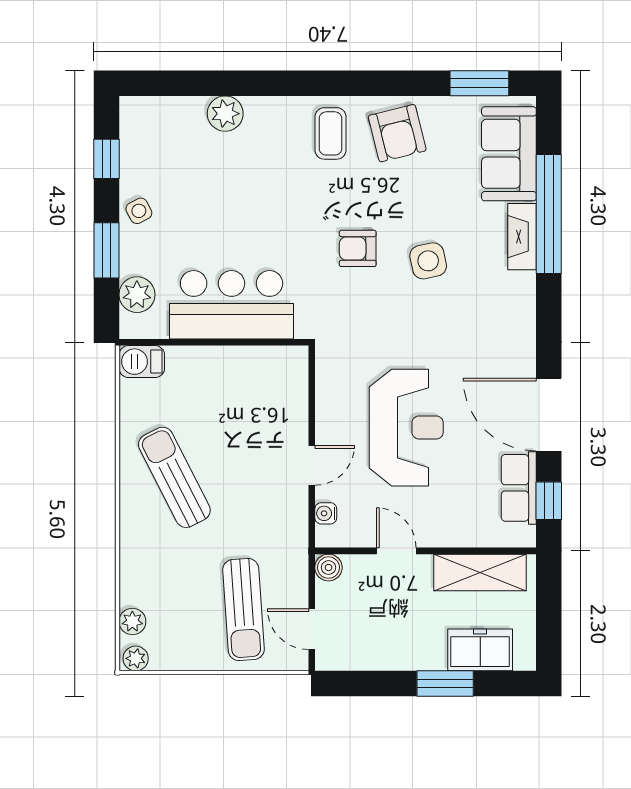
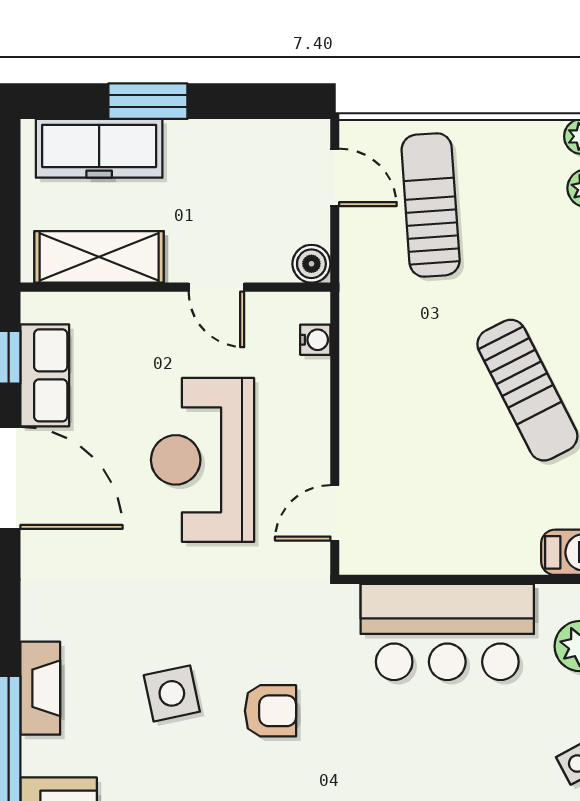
fireplace: (522, 237) -> (40, 688), moved
door: (312, 465) -> (335, 513), moved
freezer: (480, 650) -> (99, 148), width x1.40

